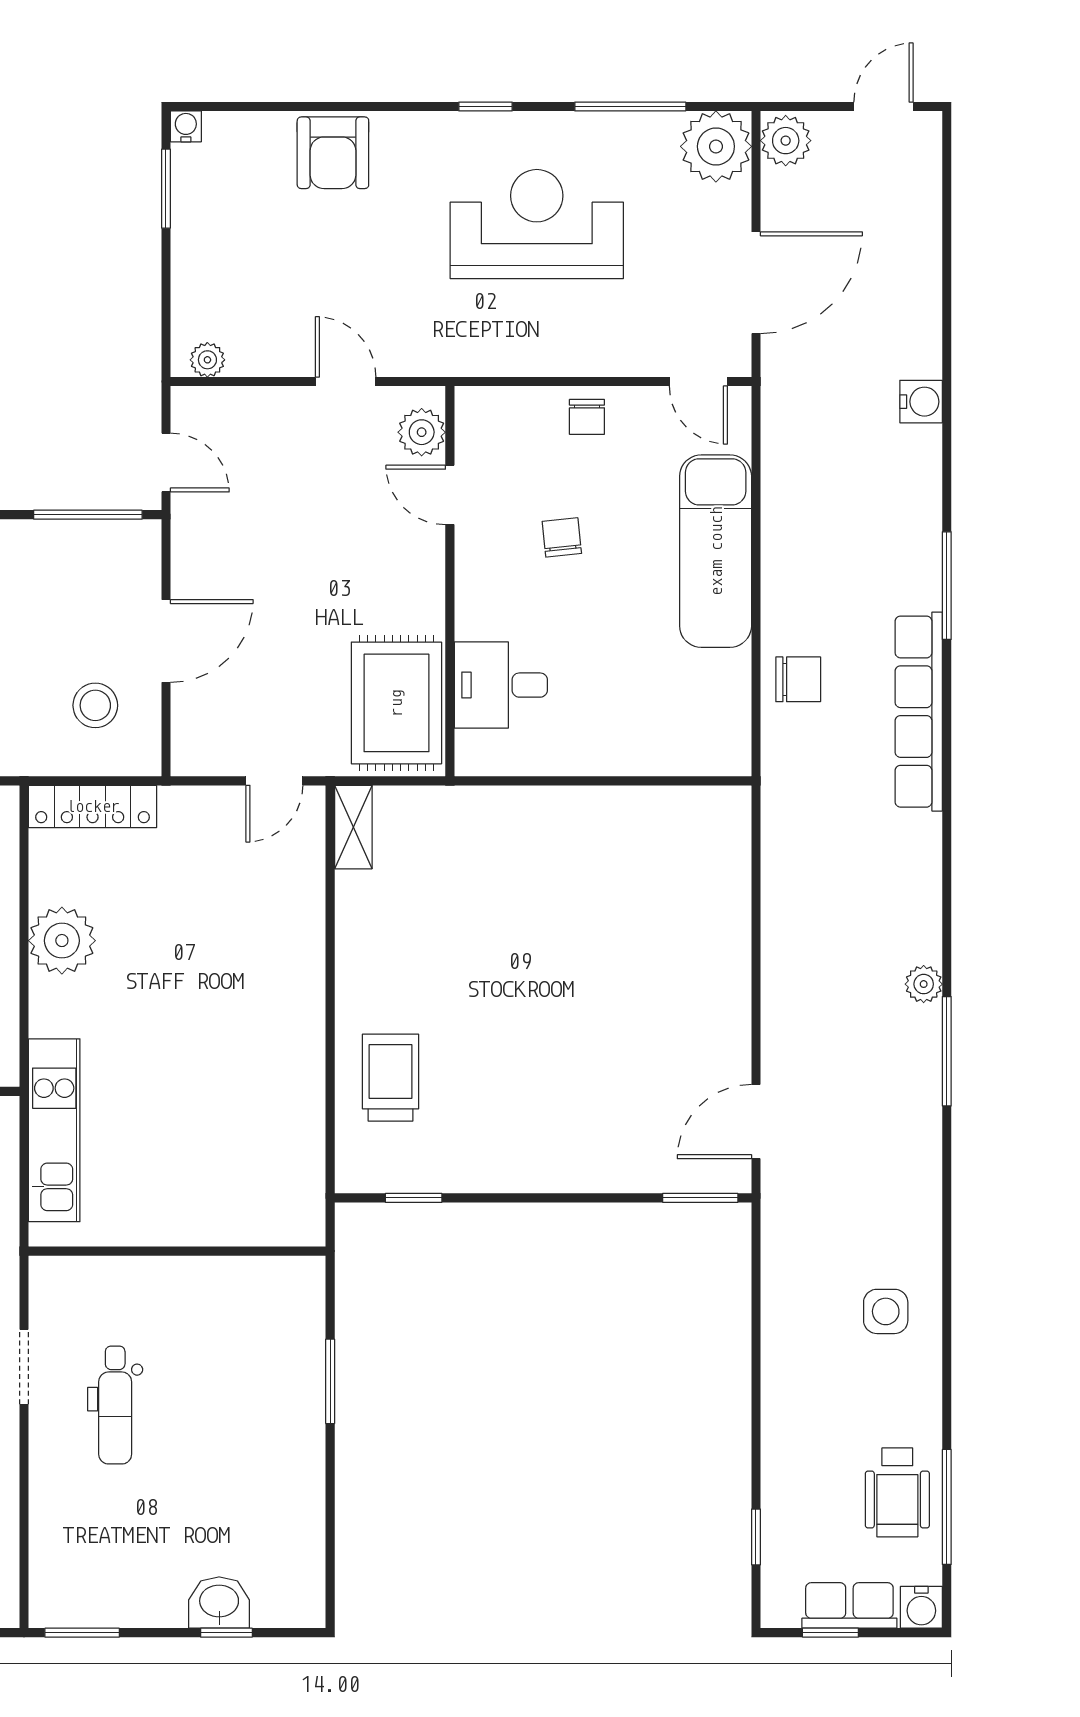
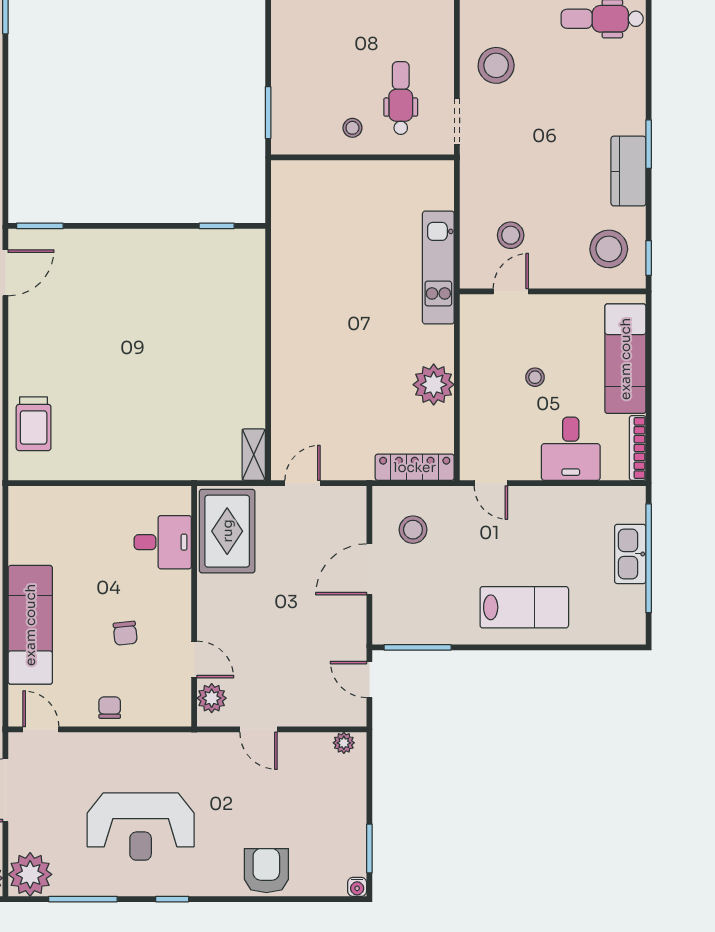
trolley: (390, 1078) -> (34, 424), moved
wall: (177, 1251) -> (363, 157), moved
stool: (193, 1357) -> (352, 128), added

